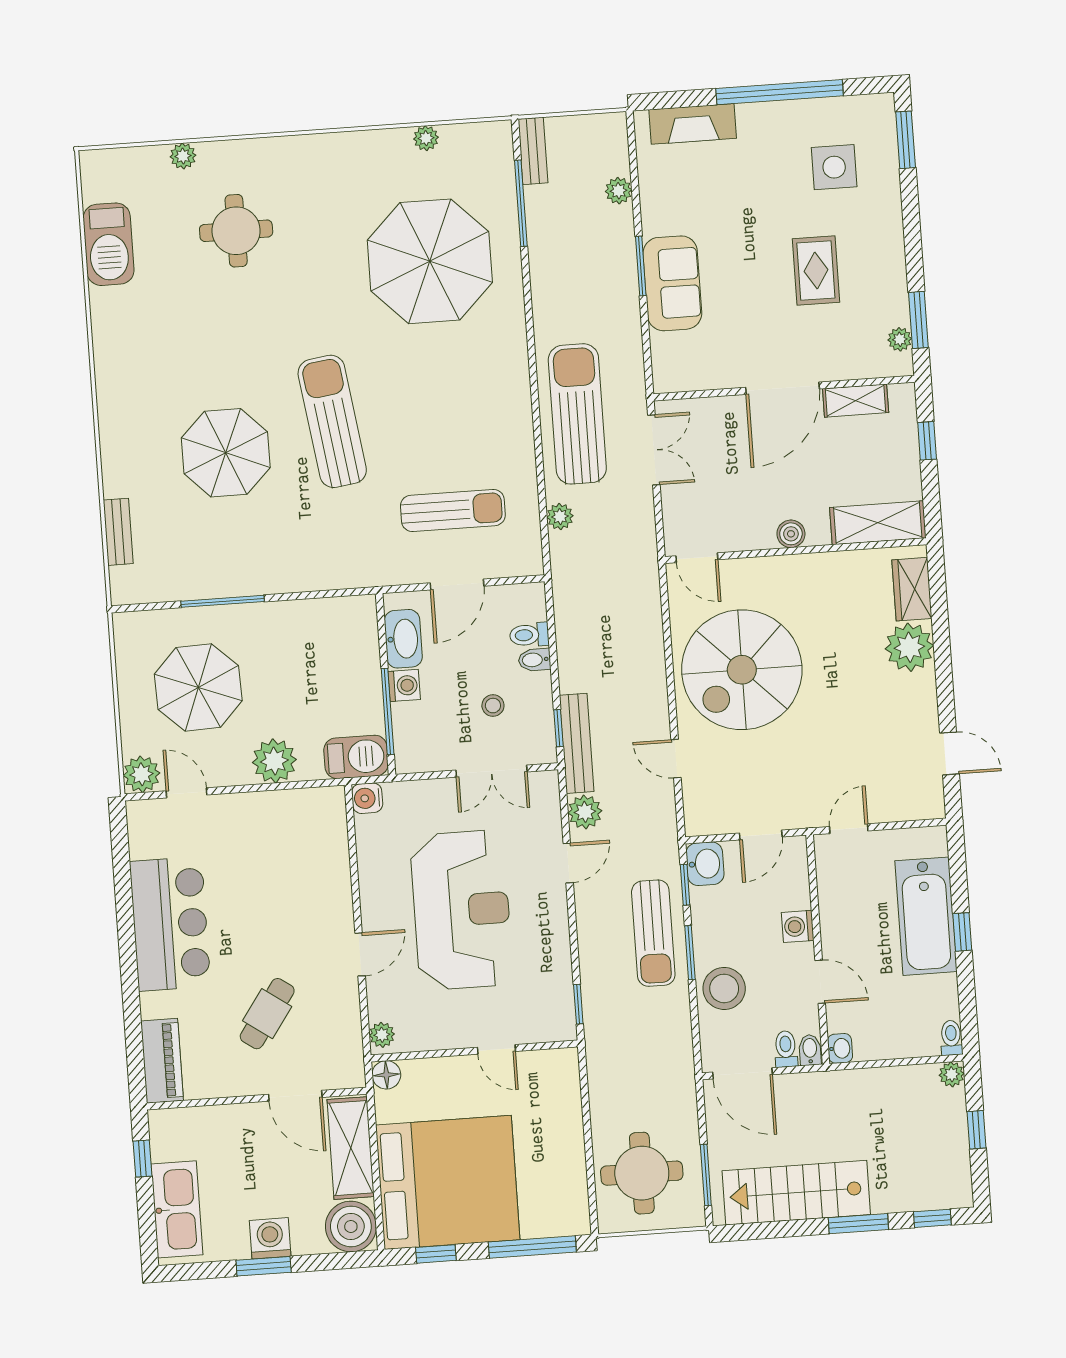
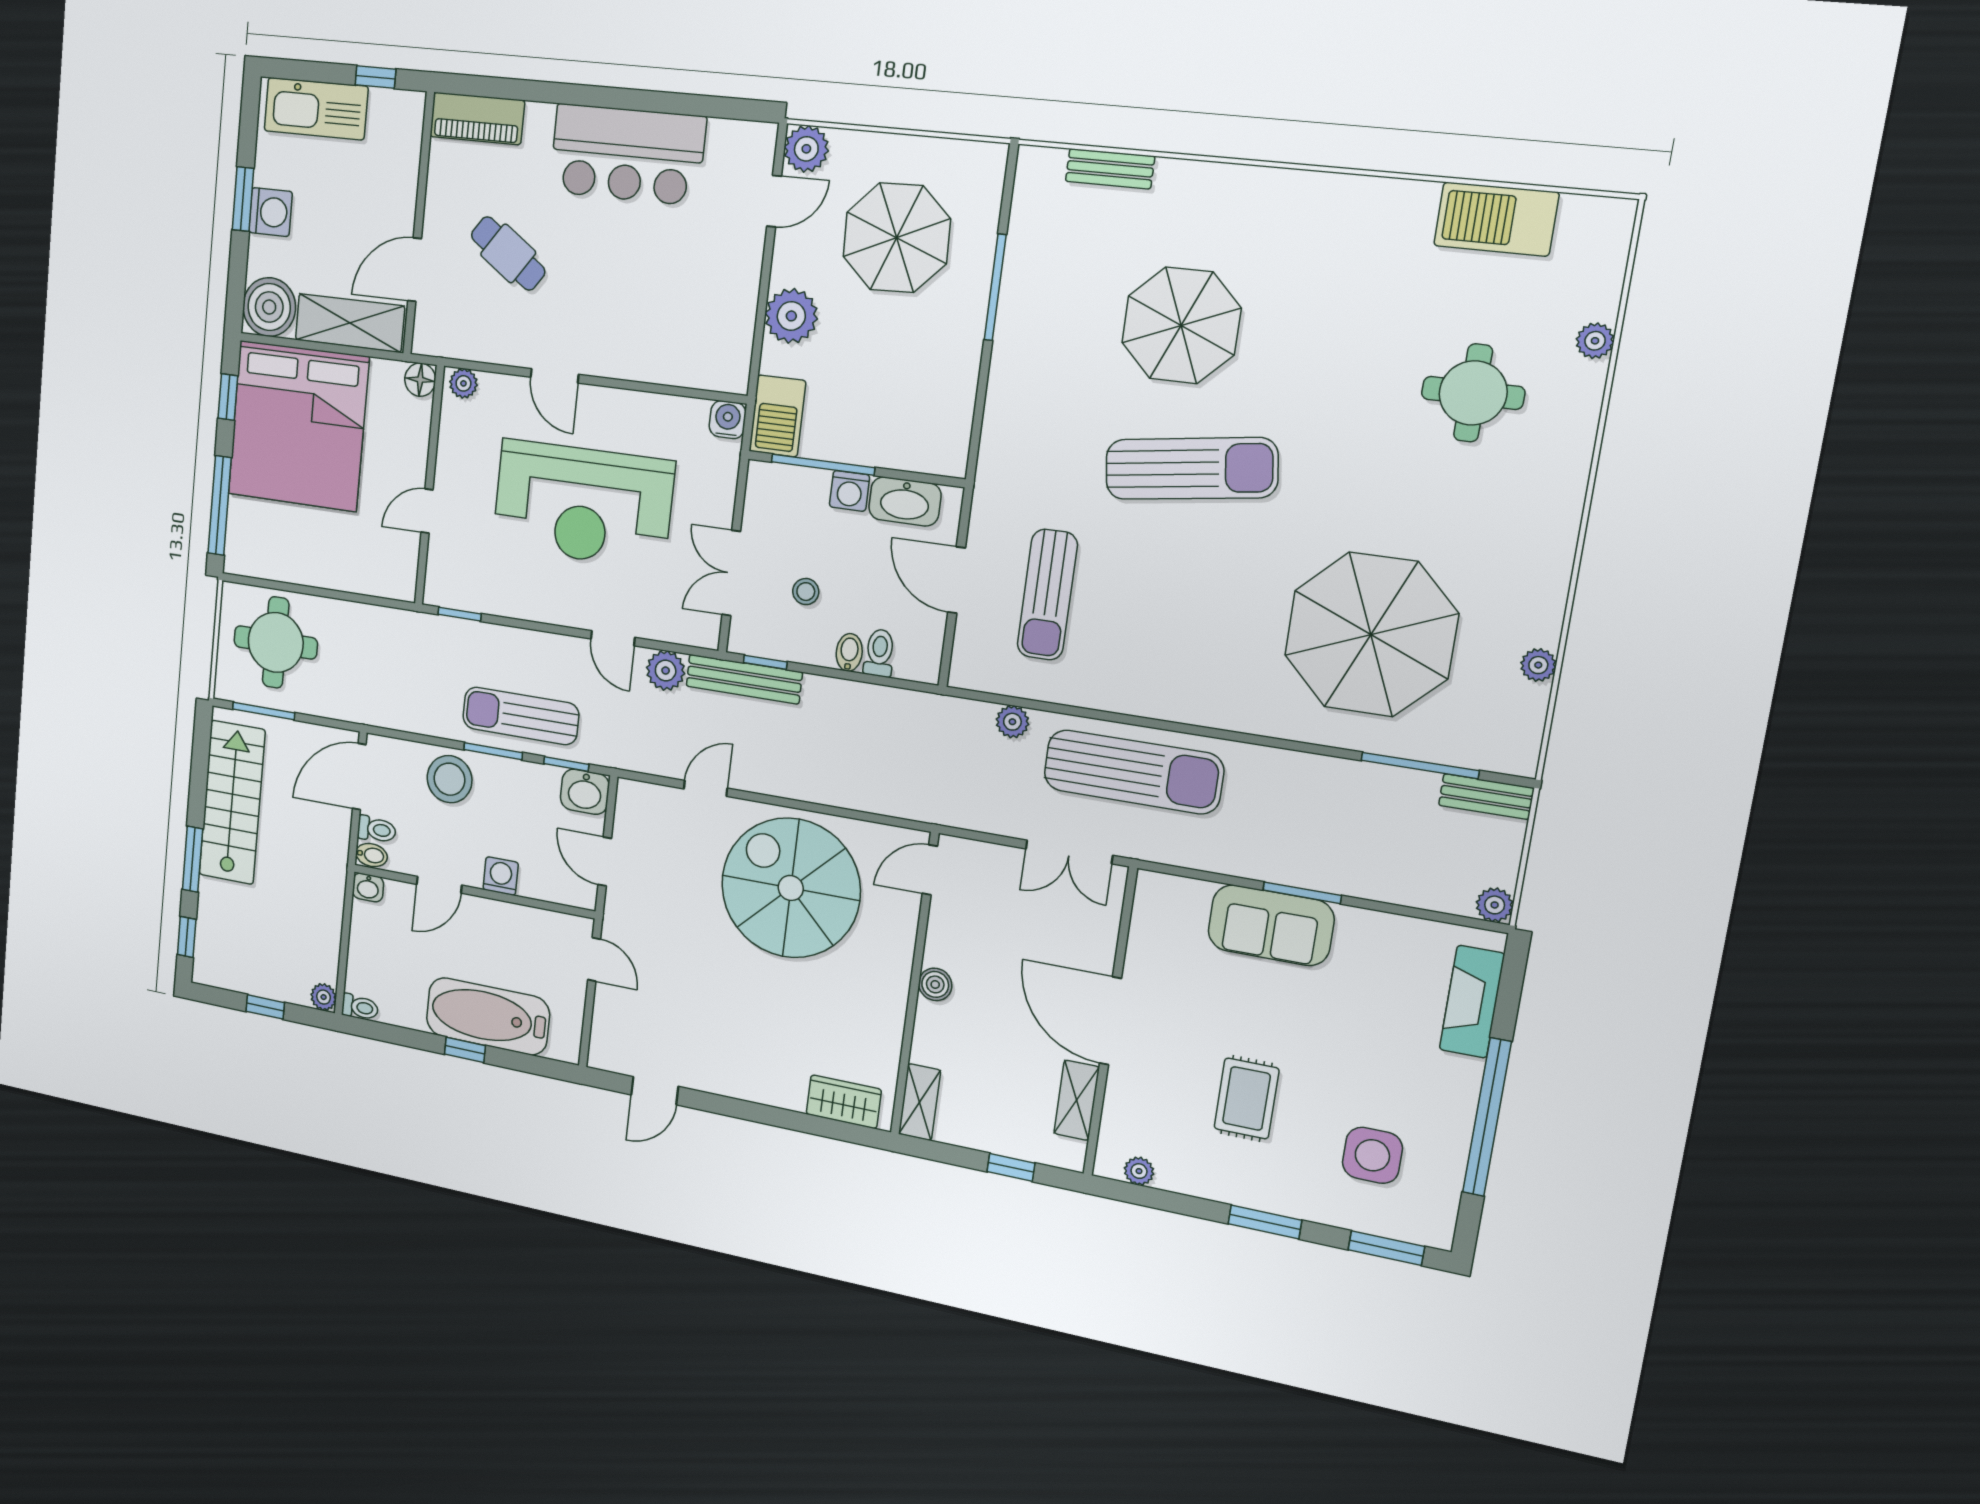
plant: (619, 191) -> (1495, 905), moved
rug: (816, 270) -> (1247, 1098), turned 90
window: (918, 320) -> (1265, 1222), moved
shelving: (878, 523) -> (920, 1102), width x0.67, depth x0.75
plant: (909, 647) -> (779, 1081), removed

